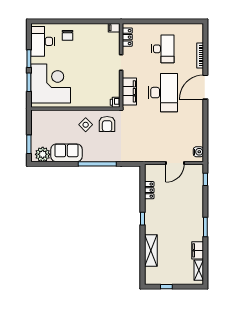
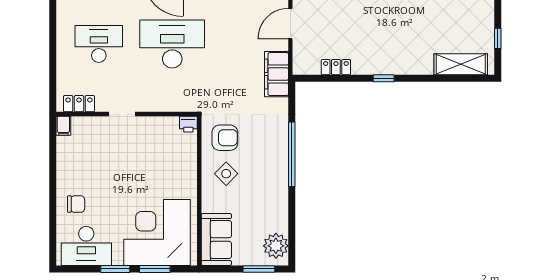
filing cabinet: (129, 91) -> (277, 74), moved, turned -90
sofa: (66, 153) -> (216, 239), moved, turned 180
door: (175, 163) -> (290, 24), swing flipped
shelving: (151, 250) -> (461, 64), moved

